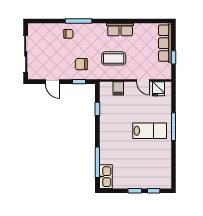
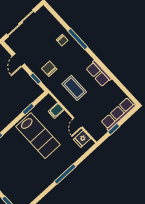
lab bench: (150, 131) -> (38, 136), moved, width x1.36, depth x1.39

